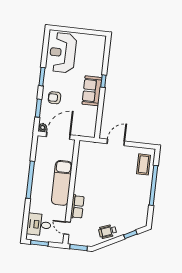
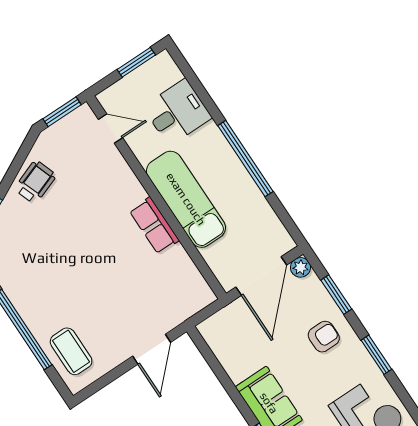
row of seats: (77, 207) -> (154, 226), moved
desk: (39, 225) -> (177, 112), moved

